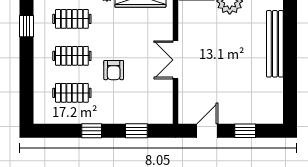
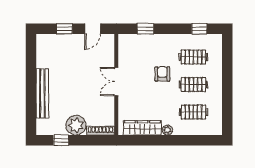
window: (26, 26) -> (227, 107), removed
double door: (175, 60) -> (116, 82), swing flipped
window: (92, 131) -> (199, 29), moved

